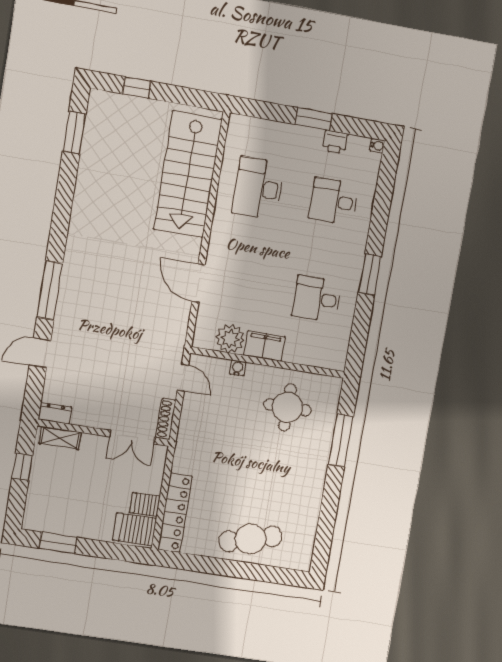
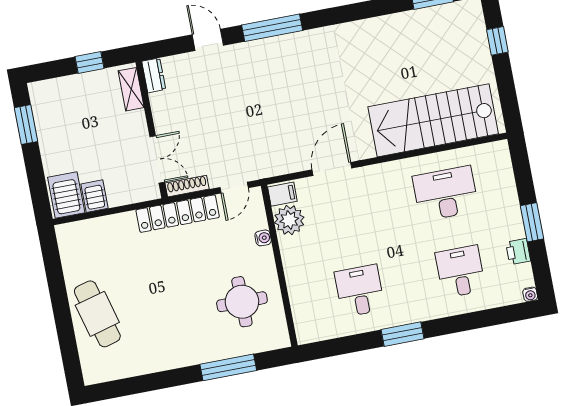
filing cabinet: (264, 346) -> (282, 194), moved, width x0.50
double door: (132, 437) -> (157, 159), swing flipped
locker: (175, 513) -> (178, 214), moved

